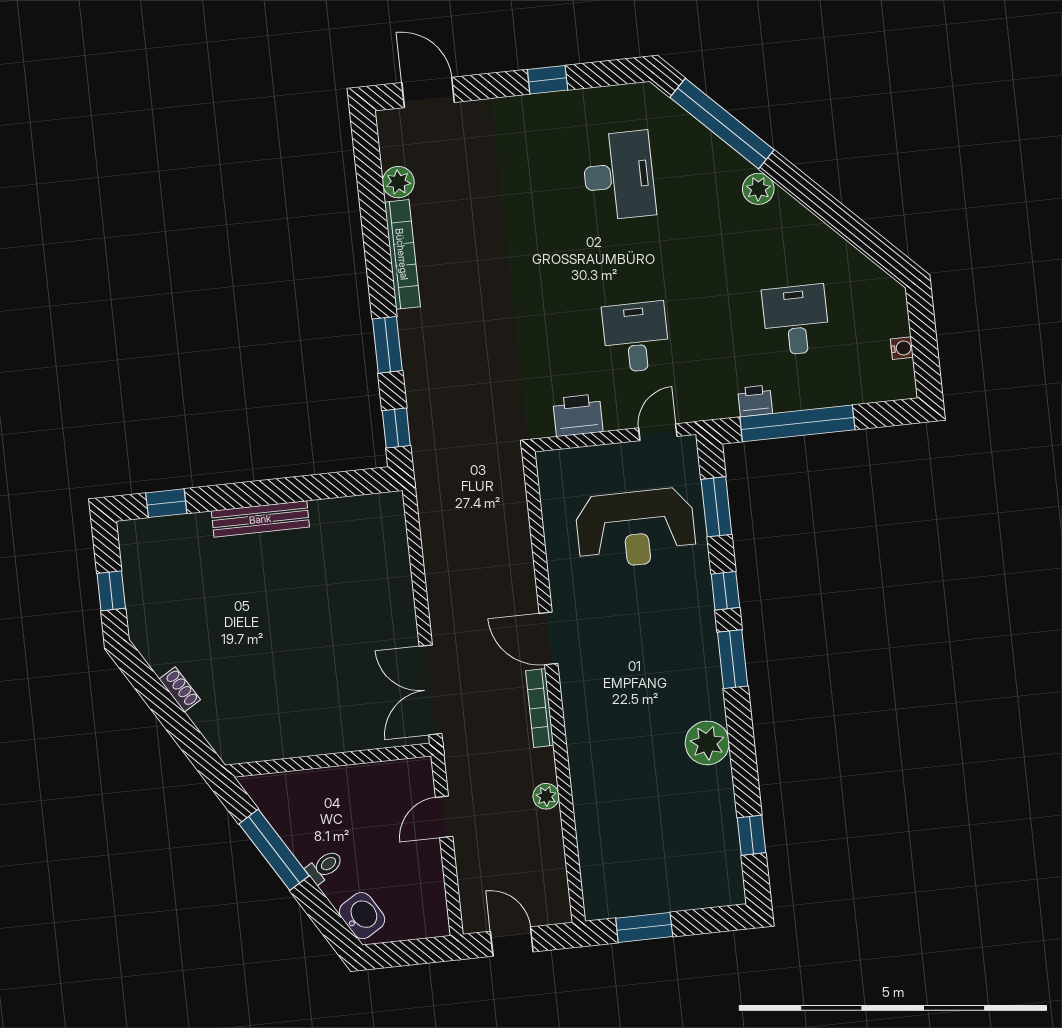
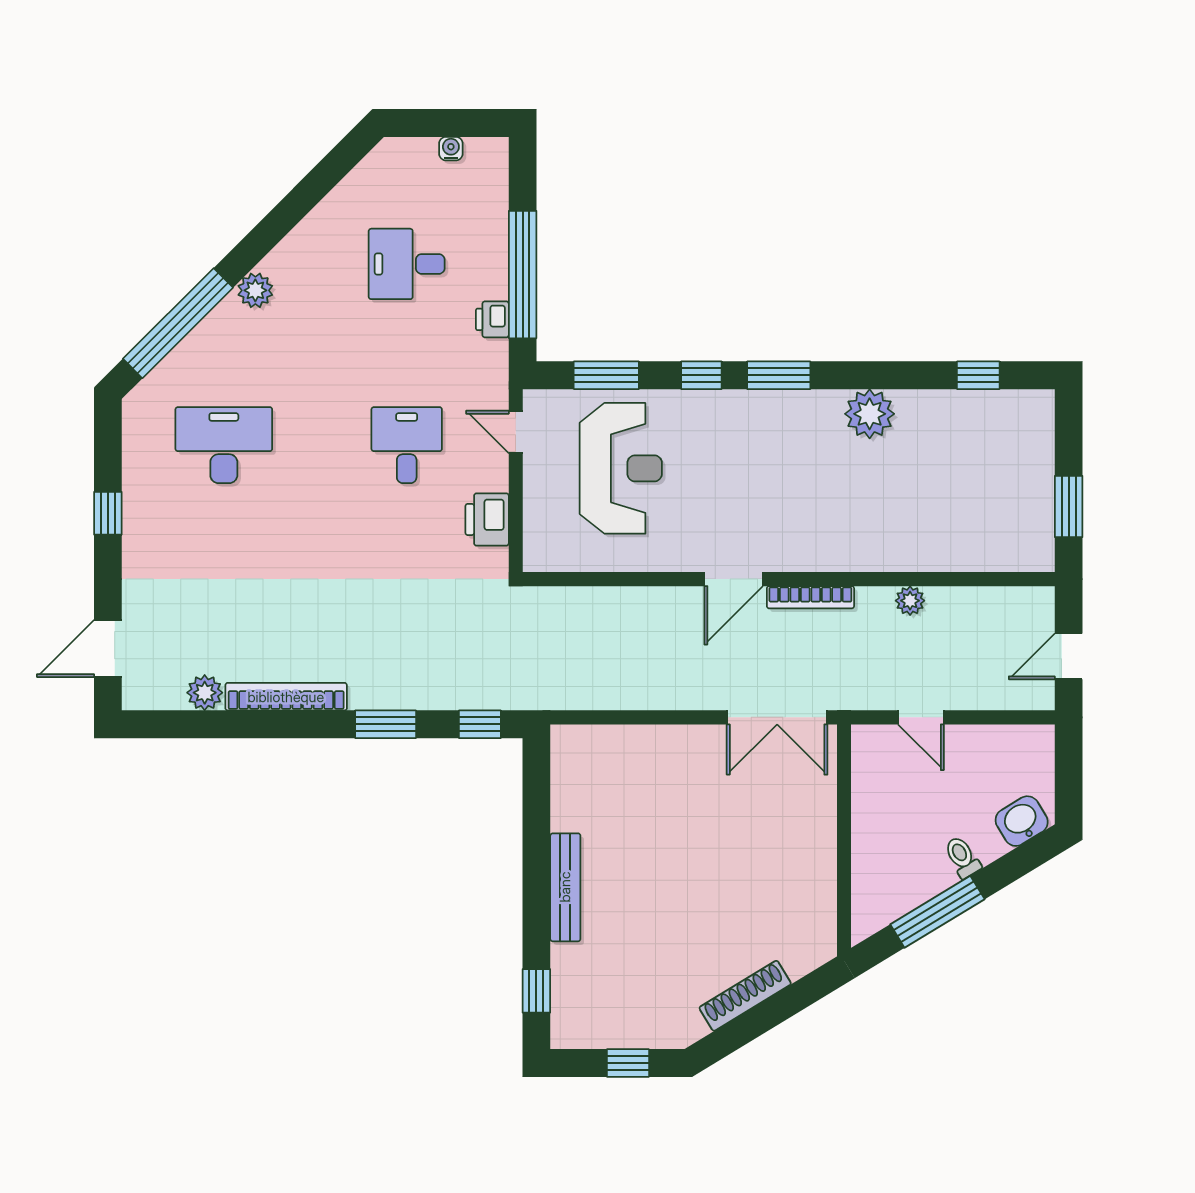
desk: (636, 337) -> (407, 445), turned 90
shoe rack: (180, 689) -> (745, 996), width x1.94, depth x1.24

